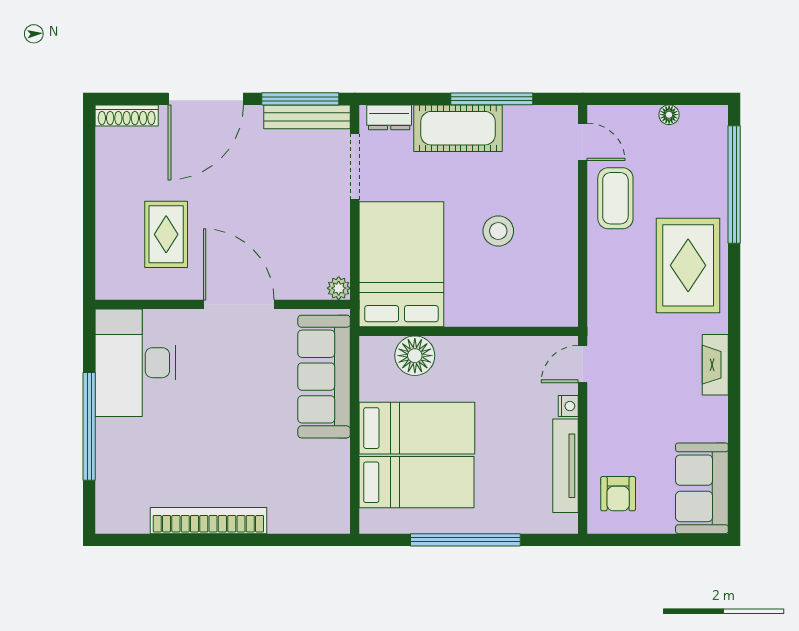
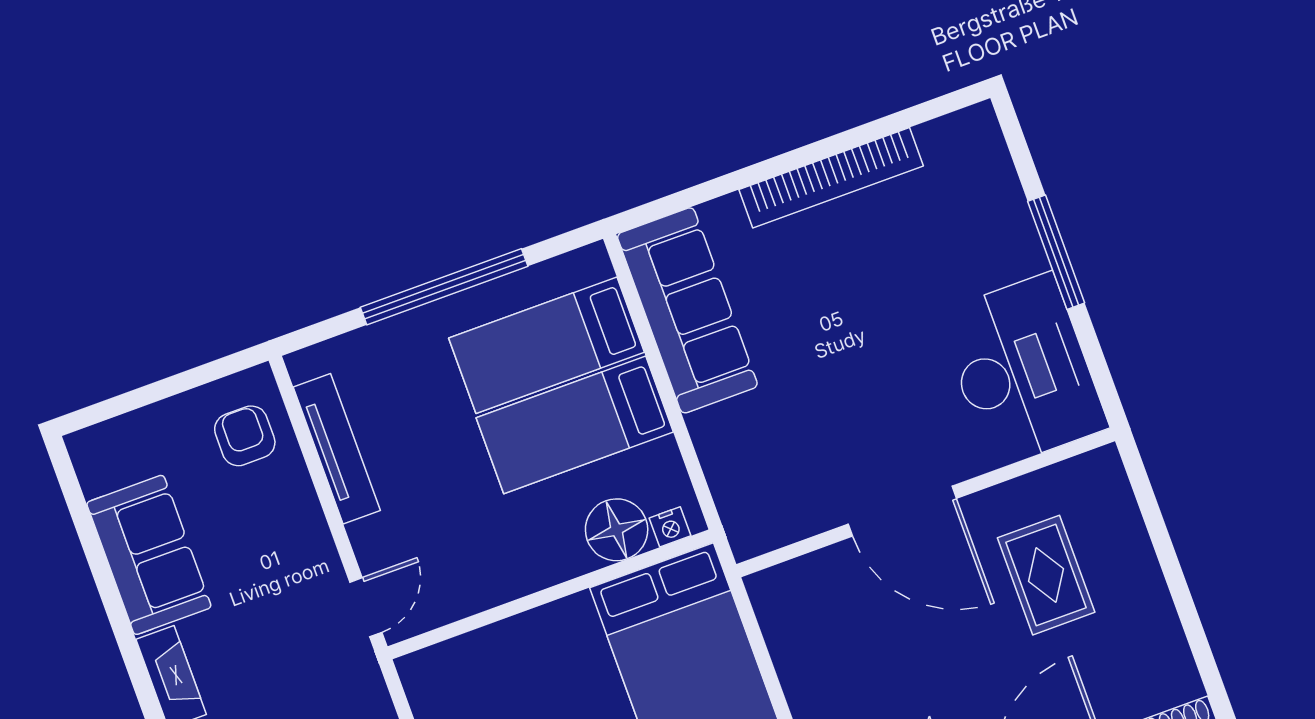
plant: (339, 288) -> (764, 588), removed
sofa: (324, 377) -> (687, 310), moved
nightstand: (568, 406) -> (670, 527), moved, turned -90
window: (89, 426) -> (1056, 252), width x0.68
sofa: (702, 488) -> (149, 555), moved

